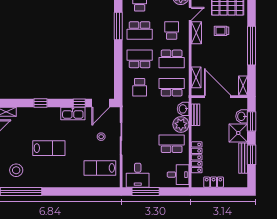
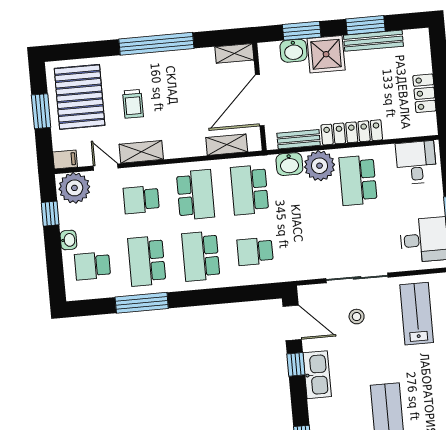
school desk: (140, 31) -> (147, 261), turned 180
school desk: (140, 87) -> (255, 251), turned 180
locker: (197, 157) -> (352, 132), moved
lab bench: (100, 168) -> (417, 314), turned 180

